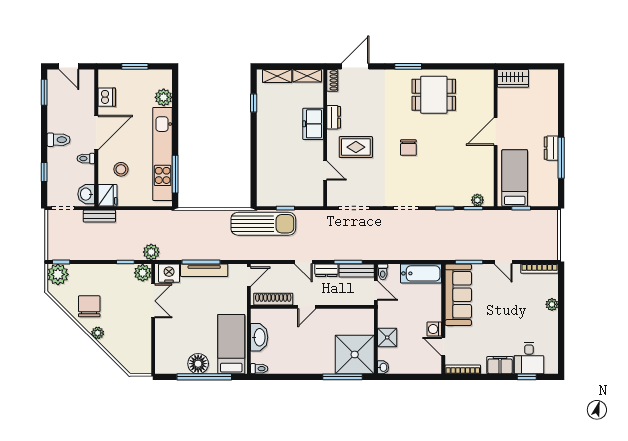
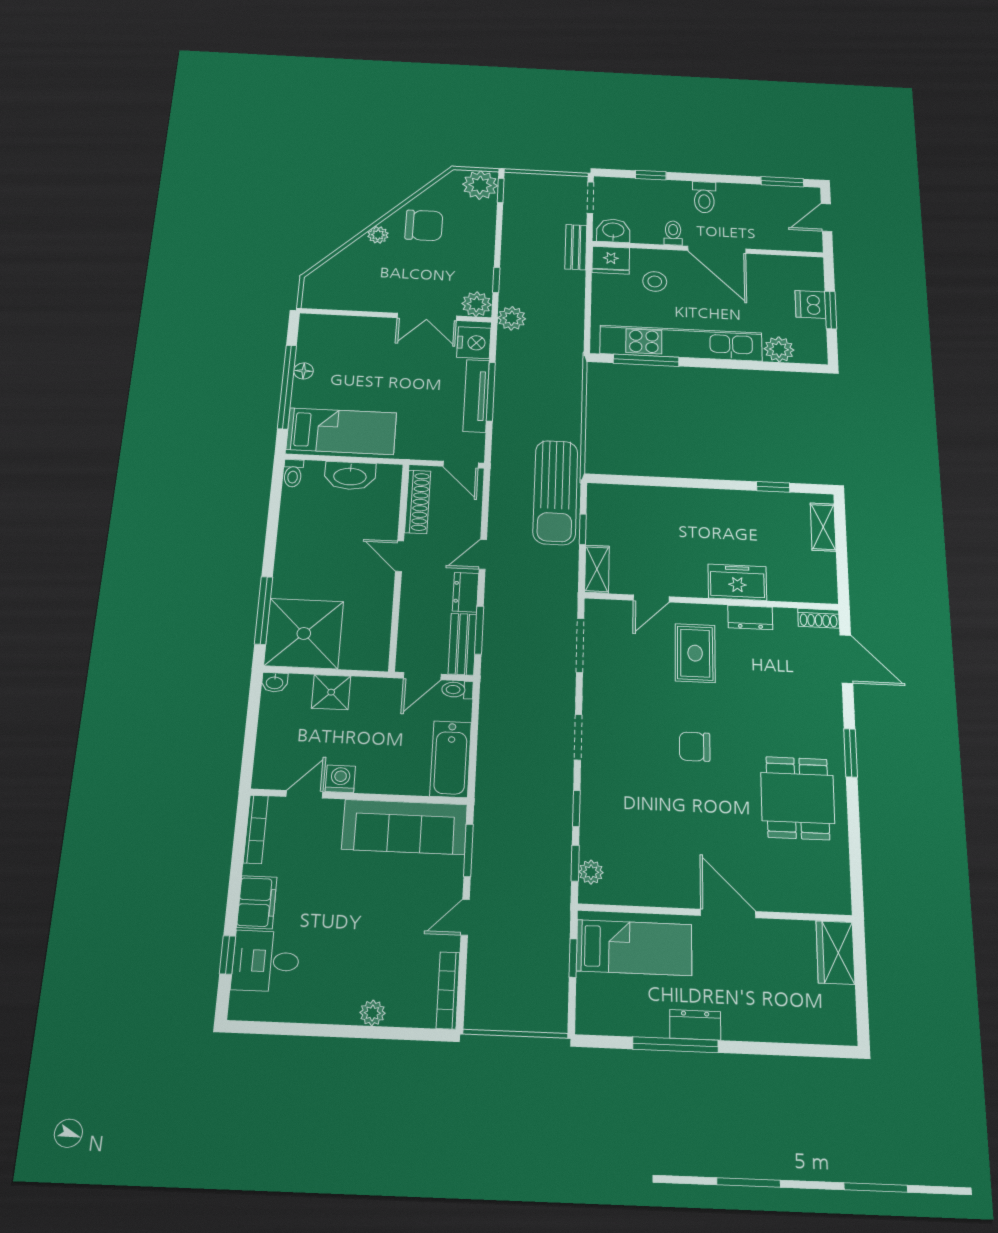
shelving: (307, 76) -> (597, 569), moved
dishwasher: (107, 97) -> (811, 304), moved, turned 90
floor lamp: (198, 364) -> (304, 371), width x0.53, depth x0.53

